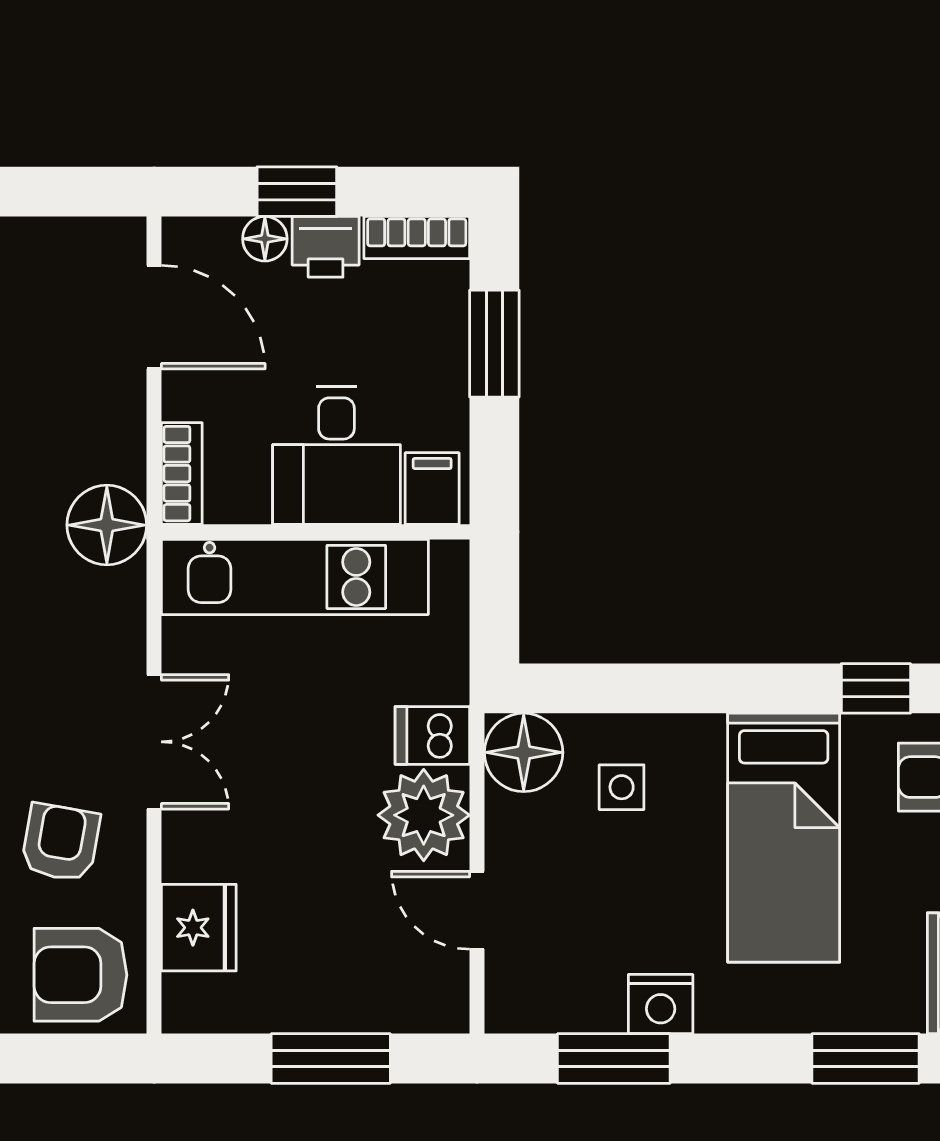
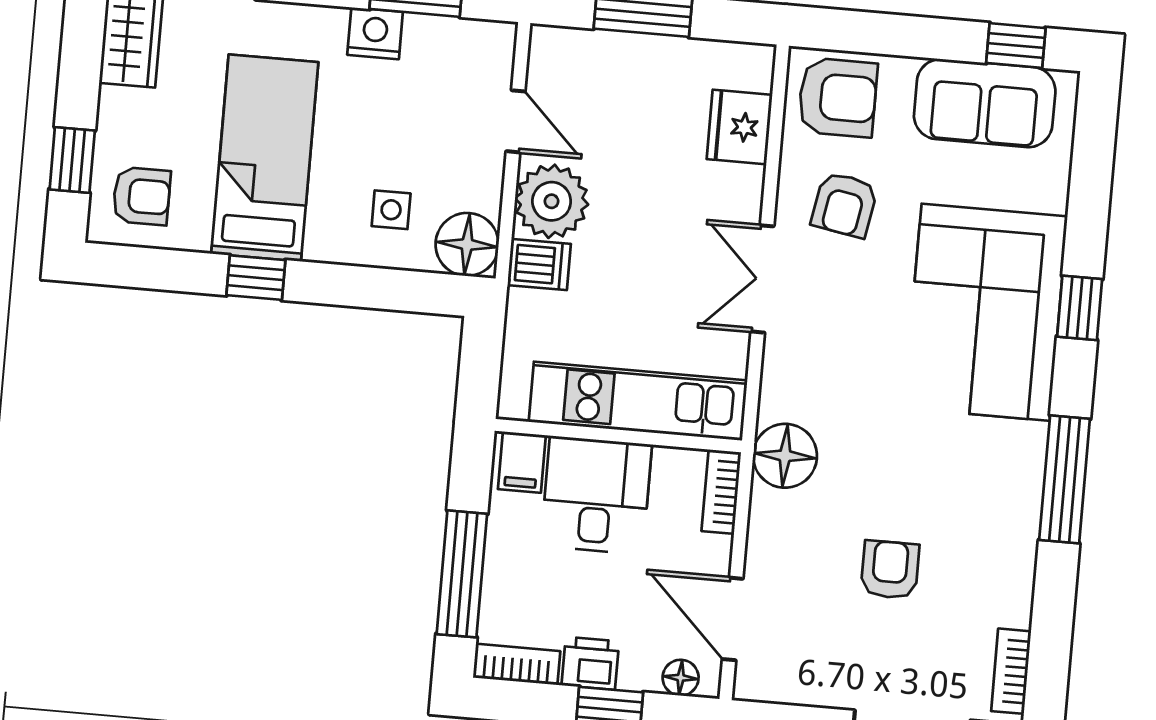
floor lamp: (265, 239) -> (681, 678), moved
window: (494, 344) -> (462, 574), width x1.44
window: (876, 688) -> (256, 278), moved

